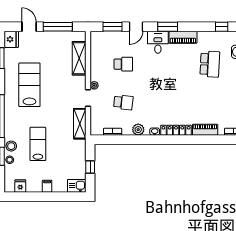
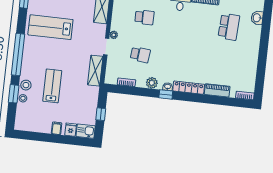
lab bench: (29, 85) -> (50, 27), turned -90
window: (154, 140) -> (166, 94), added
fridge: (20, 186) -> (71, 130), moved

